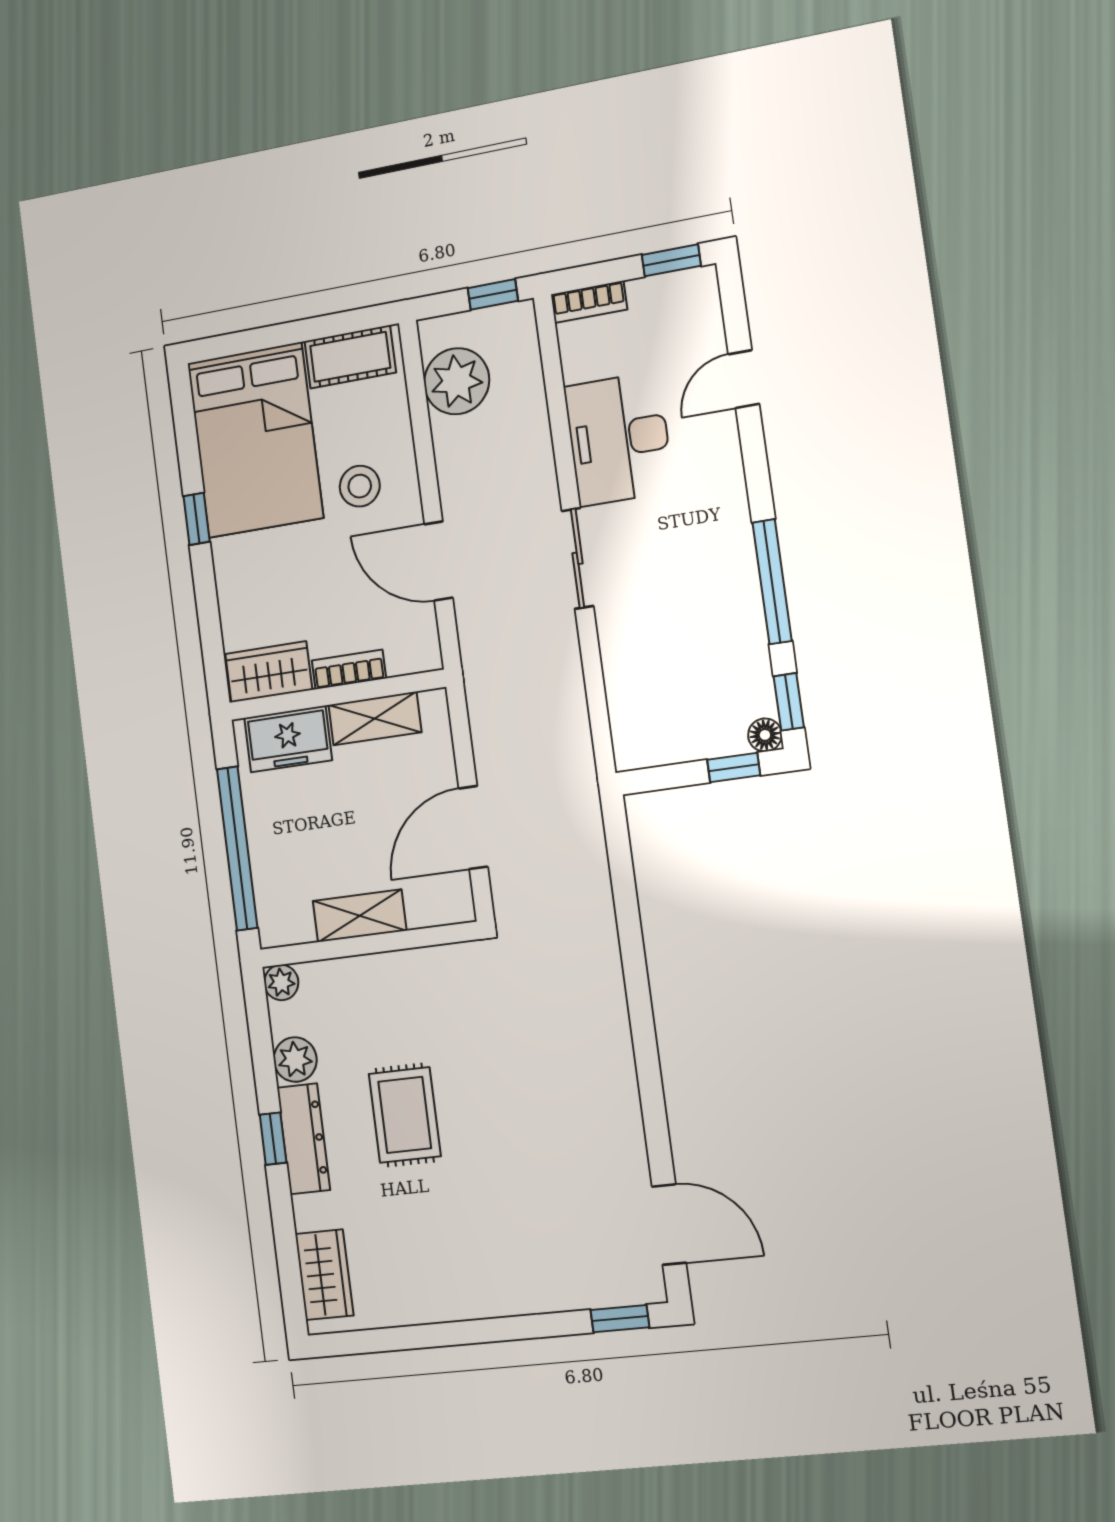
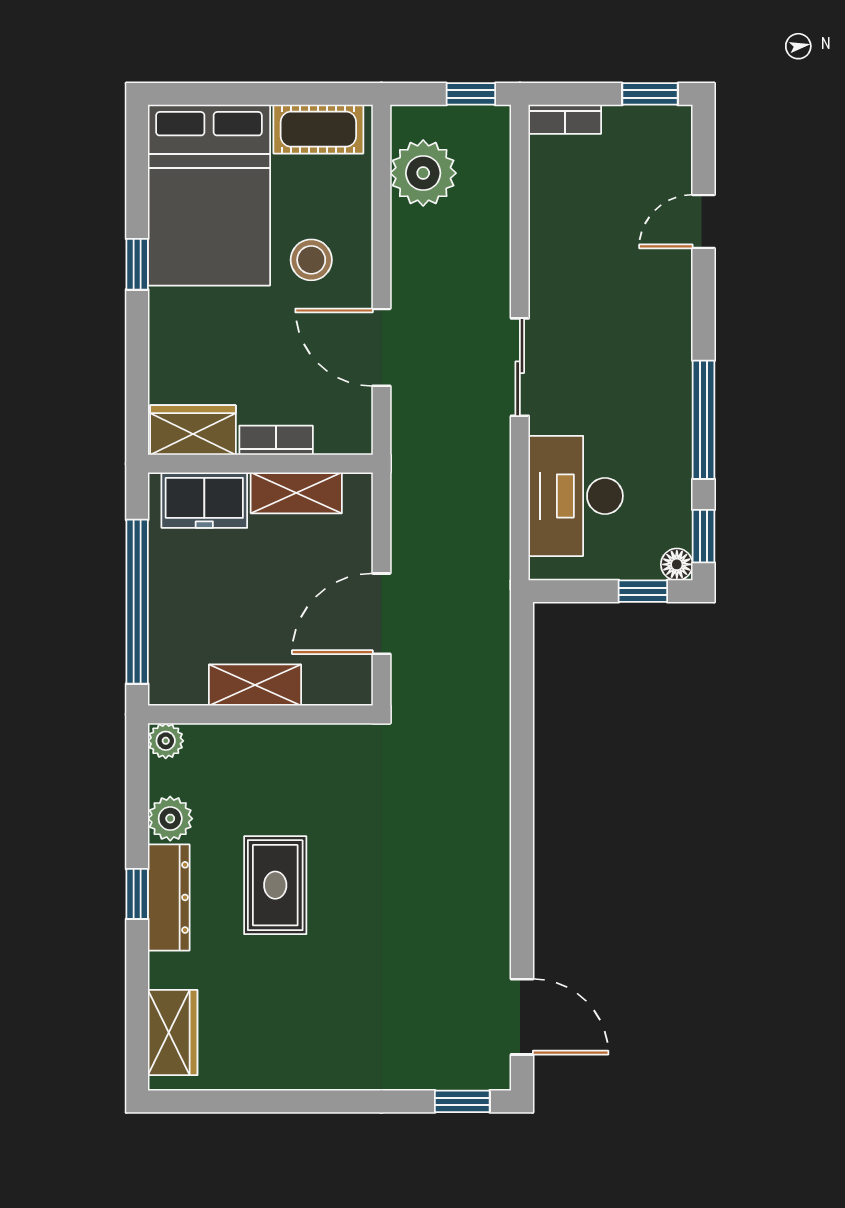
desk: (619, 439) -> (576, 496), moved

